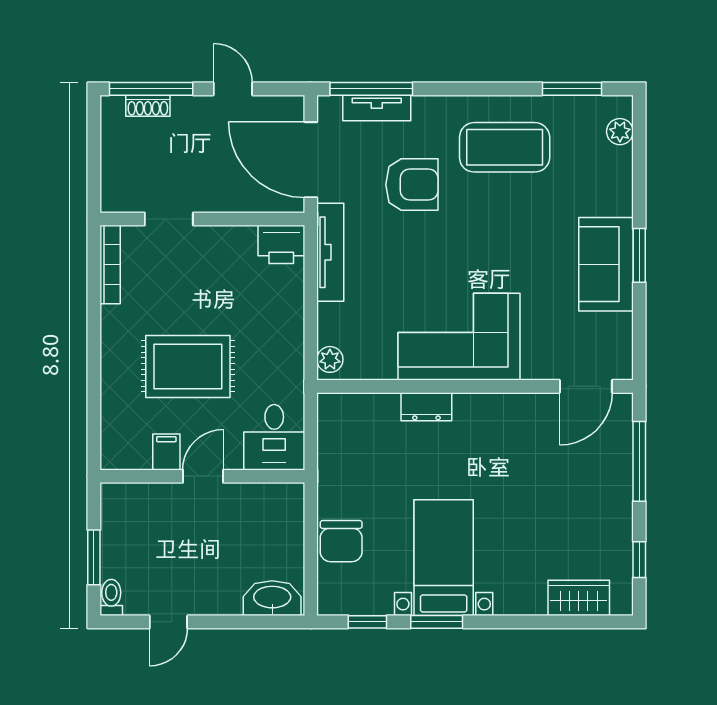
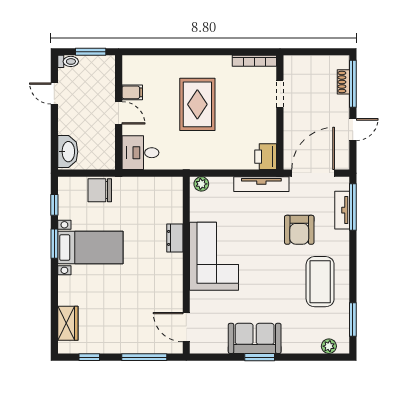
desk: (274, 437) -> (140, 153), moved
filing cabinet: (166, 452) -> (132, 92), moved
wall: (202, 476) -> (119, 112), moved
door: (203, 476) -> (119, 113), moved

